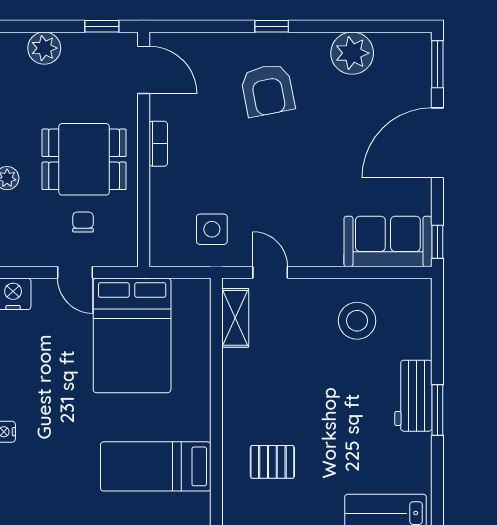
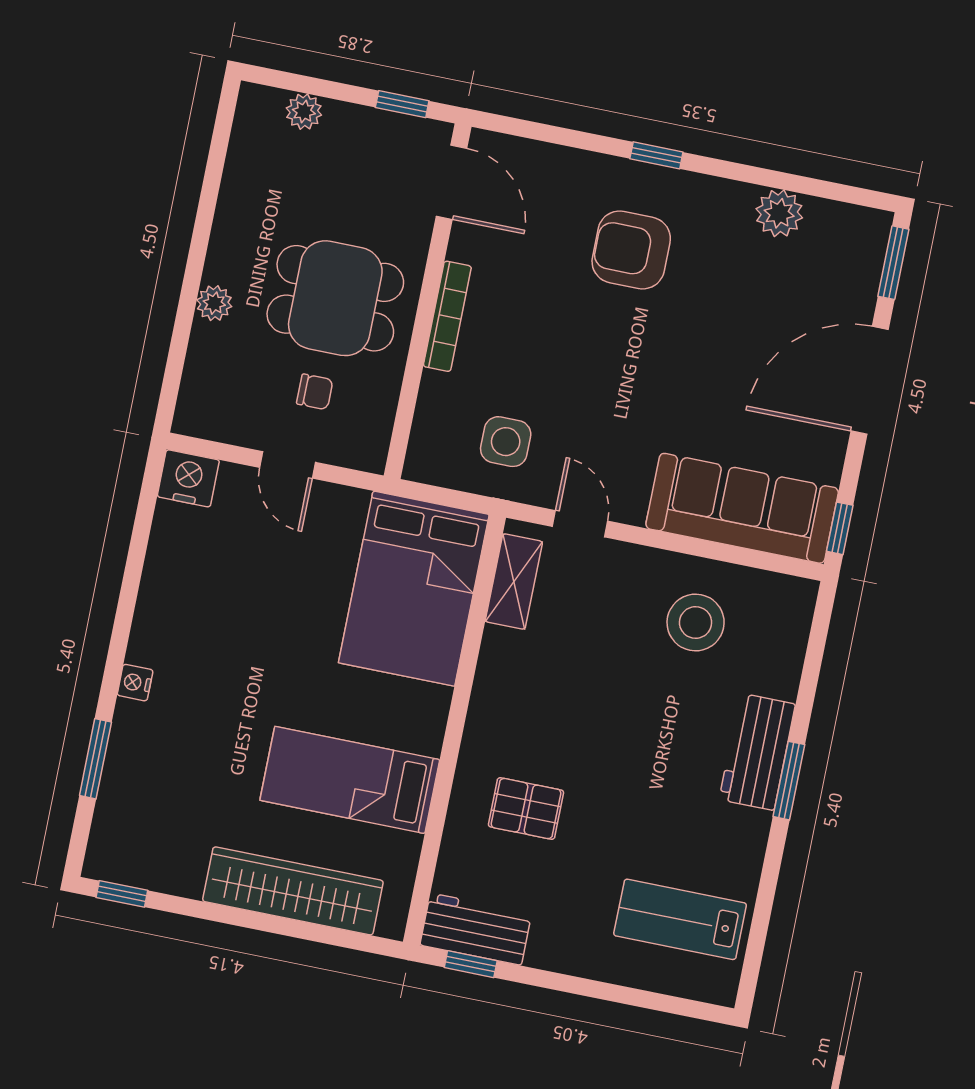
plant: (44, 48) -> (304, 112), width x0.73, depth x0.73
plant: (352, 53) -> (779, 213), width x0.73, depth x0.73
armchair: (268, 90) -> (631, 250), turned 101
bookcase: (158, 144) -> (447, 316), width x1.56
chair: (83, 222) -> (315, 392), turned 90
sofa: (388, 241) -> (742, 508), width x1.36
bed: (132, 335) -> (414, 589), moved

